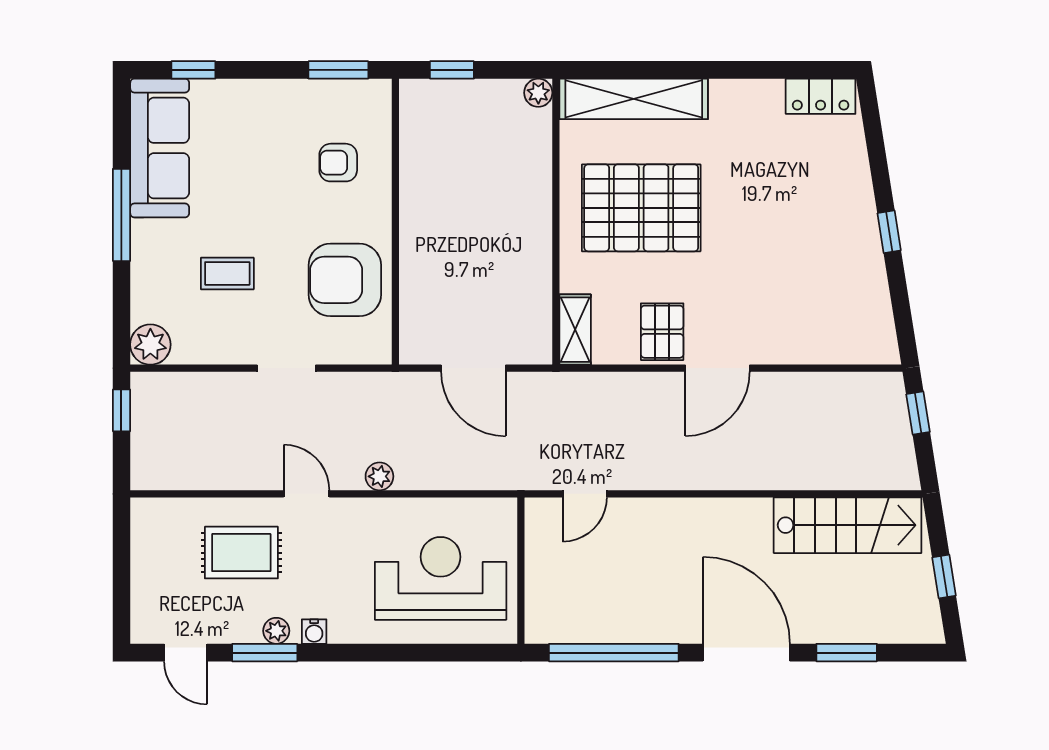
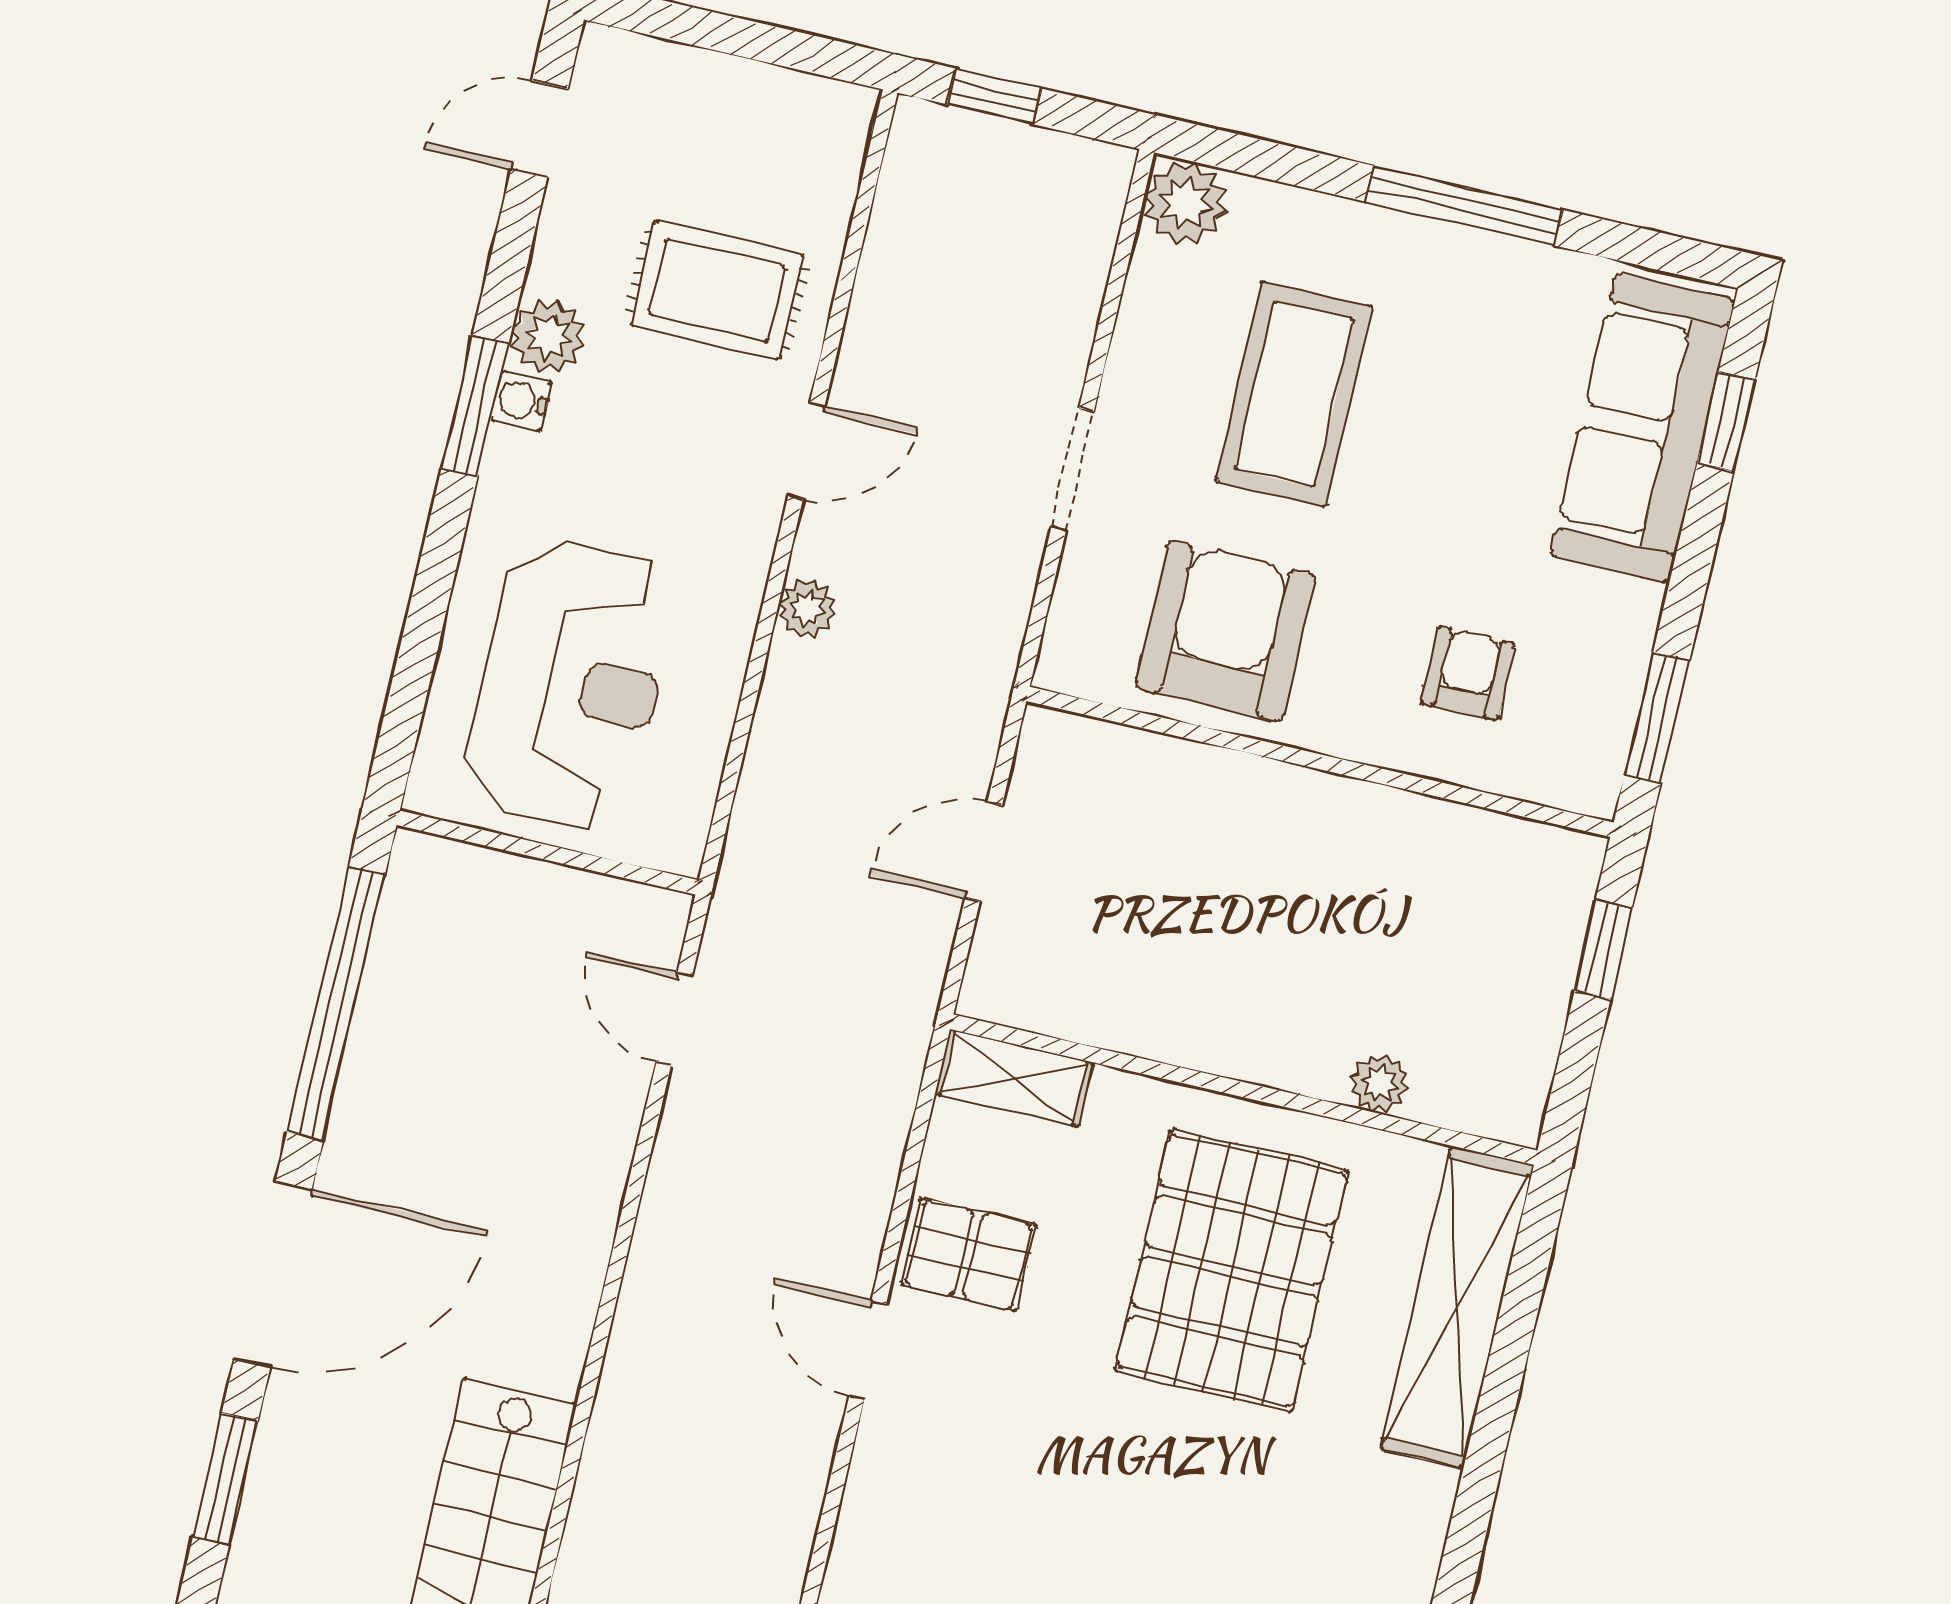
plant: (538, 93) -> (1379, 1083), moved
sofa: (160, 148) -> (1642, 428), moved, turned 90
coffee table: (227, 273) -> (1294, 394), width x1.86, depth x1.72
door: (473, 368) -> (984, 852), width x0.73
door: (717, 368) -> (868, 1350), width x0.73
window: (121, 410) -> (994, 96), moved
rug: (241, 553) -> (717, 290), turned 90
plant: (276, 631) -> (549, 336), width x1.38, depth x1.38
window: (265, 653) -> (475, 406), moved

